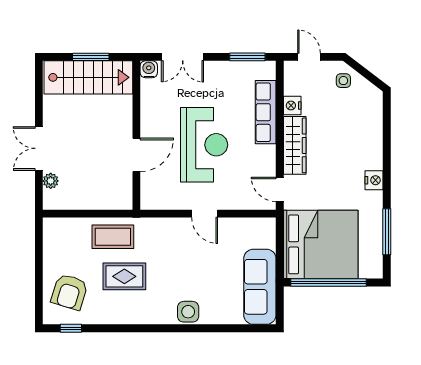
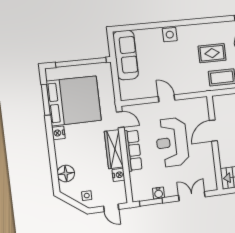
water cooler: (149, 69) -> (159, 193), moved
row of seats: (266, 112) -> (133, 150), moved
floor lamp: (370, 118) -> (66, 174), added
bed: (321, 244) -> (74, 101), moved, turned 180

